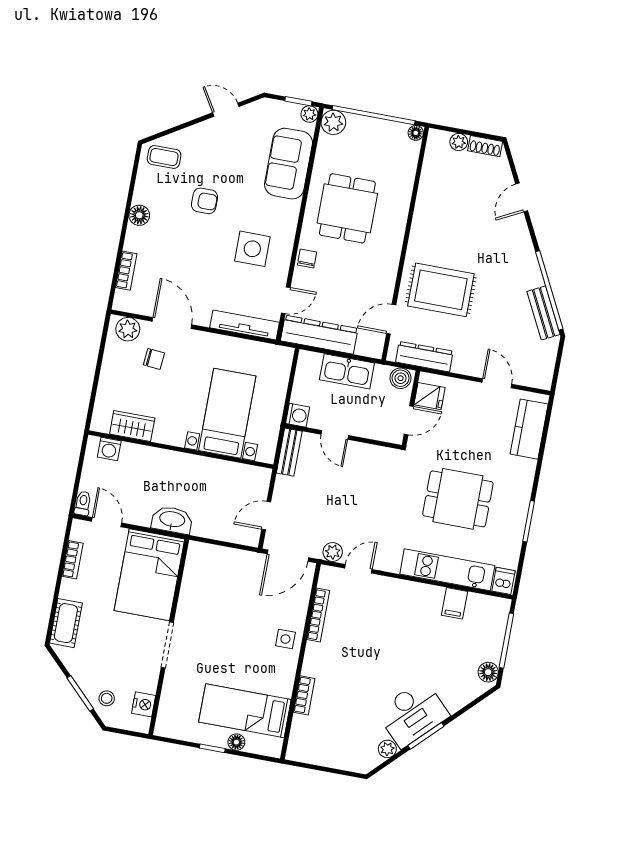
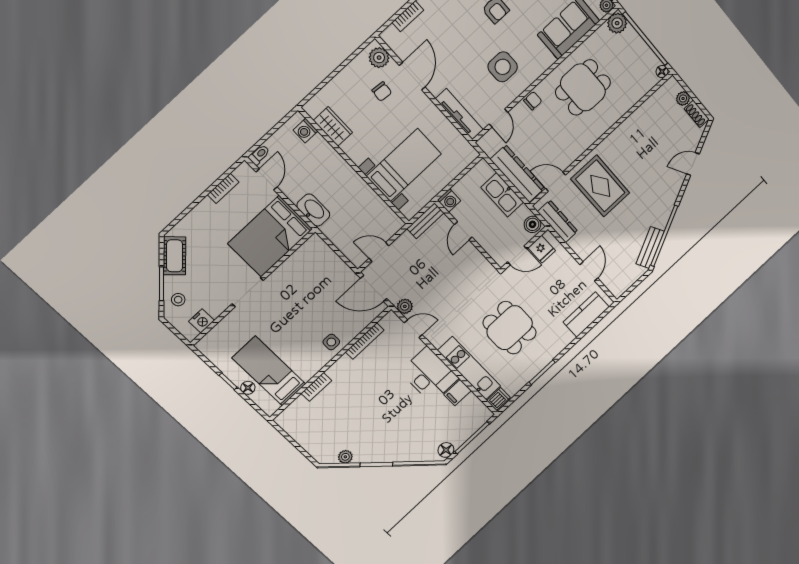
door: (286, 300) -> (498, 118), hinge flipped
dresser: (319, 335) -> (518, 174), moved
cot: (66, 623) -> (175, 256), moved, turned -45
desk: (413, 714) -> (429, 375), moved, turned -135

